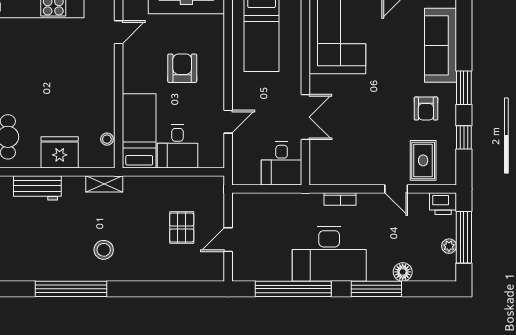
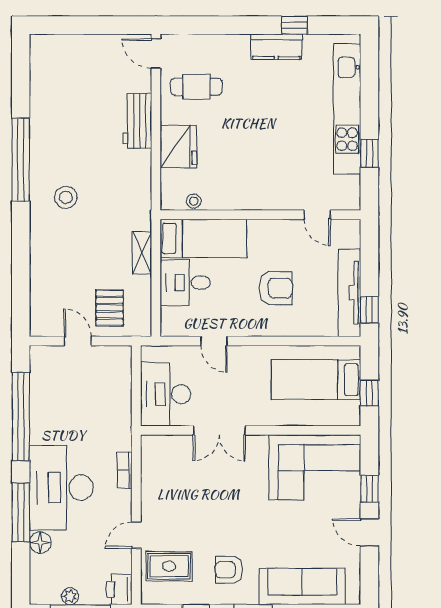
desk: (282, 163) -> (166, 394), width x1.37
shelving: (104, 184) -> (142, 253), moved
pallet: (182, 228) -> (110, 308), moved, turned 90
desk: (329, 254) -> (61, 488), moved

